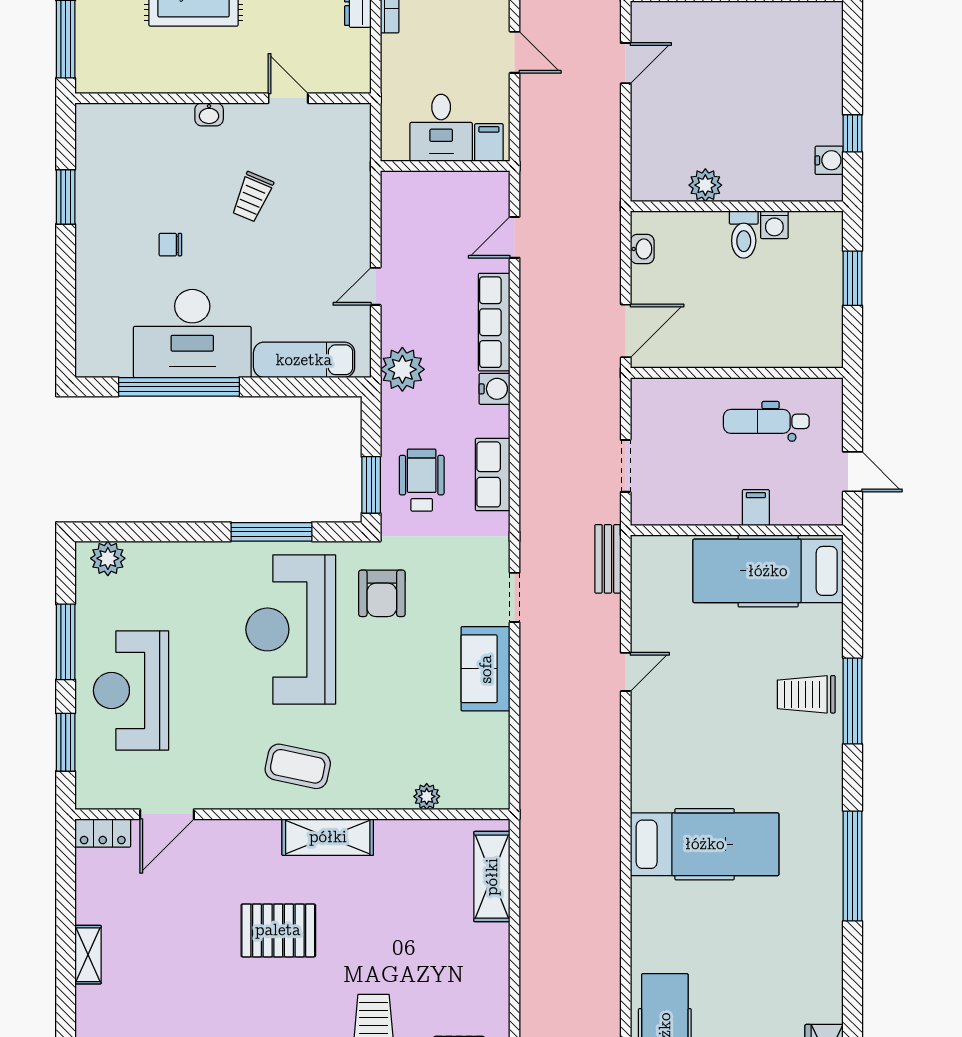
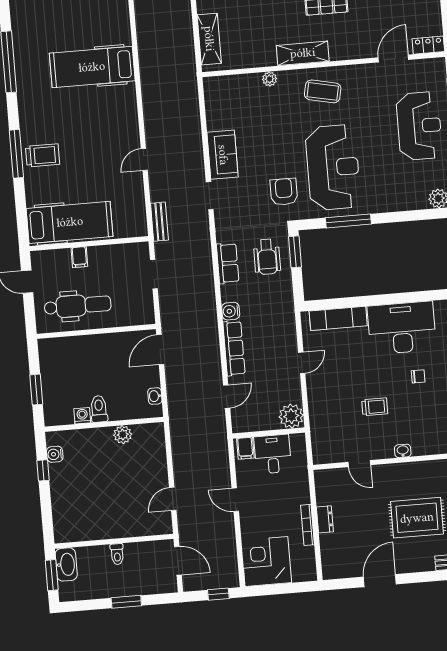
trolley: (252, 197) -> (375, 407), turned 67
plant: (402, 369) -> (291, 416), moved
window: (179, 387) -> (407, 298), removed
dental chair: (766, 421) -> (78, 306), width x1.36, depth x1.38
plant: (427, 796) -> (270, 79), moved

